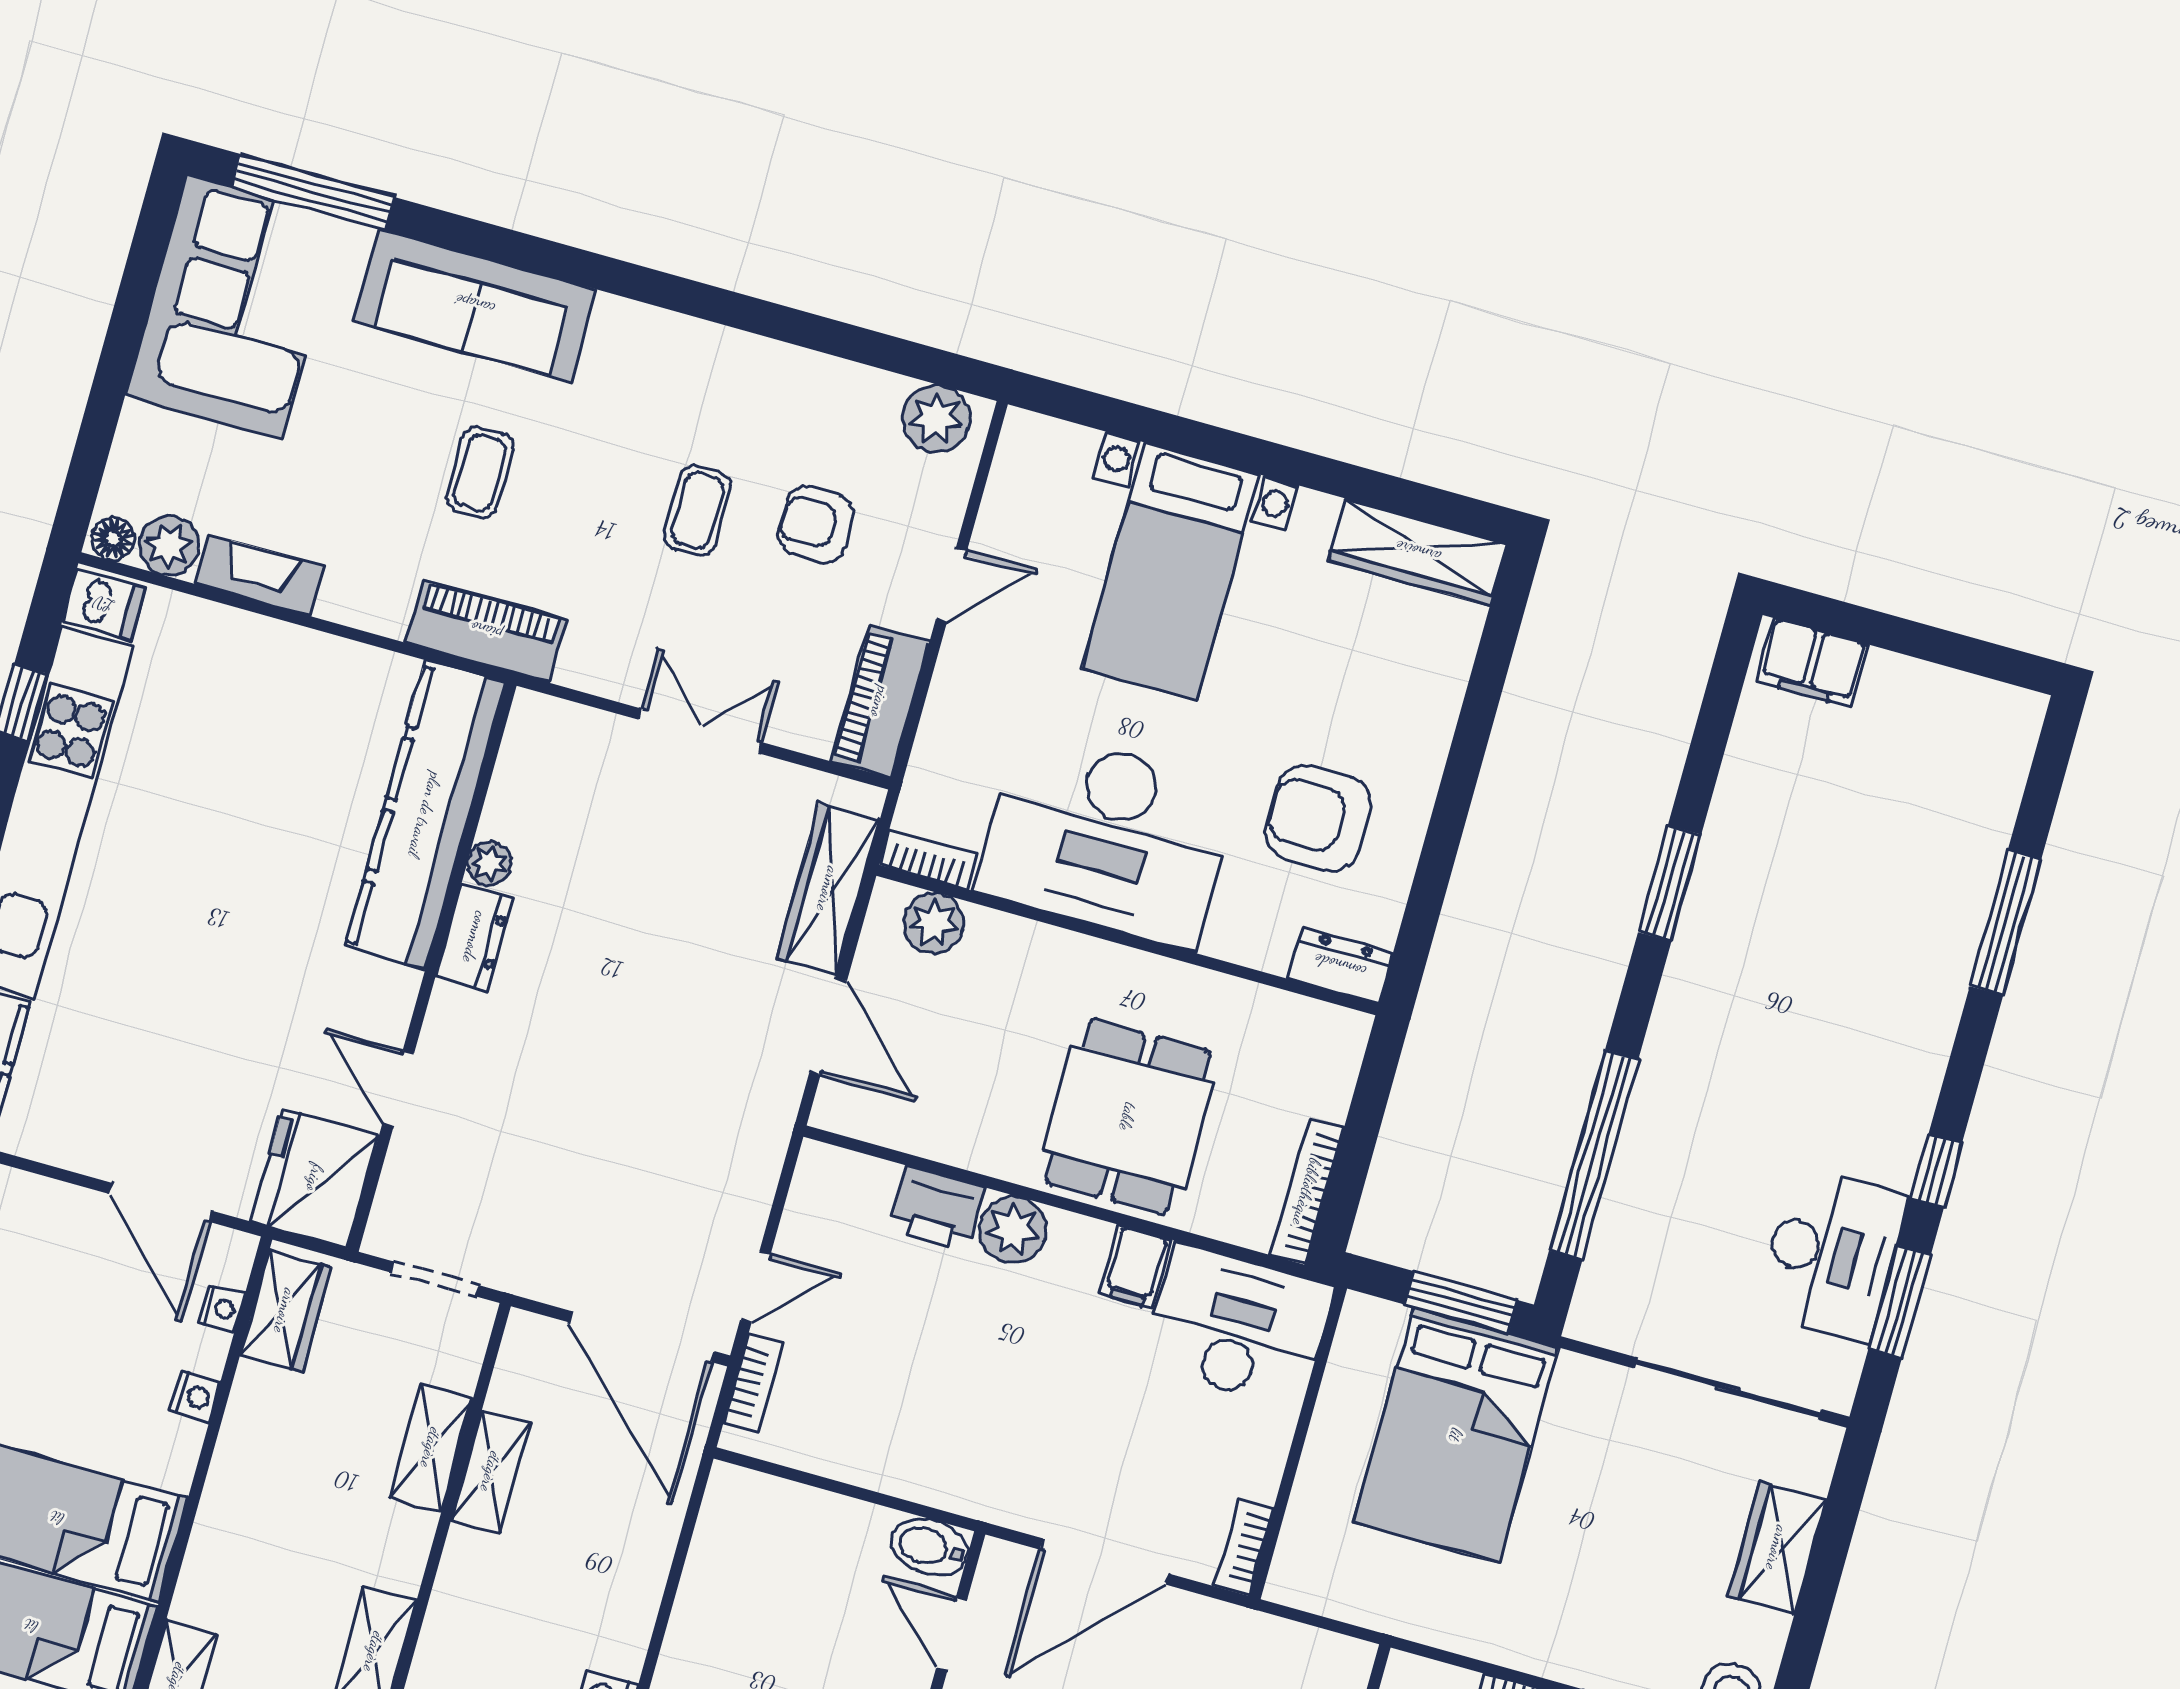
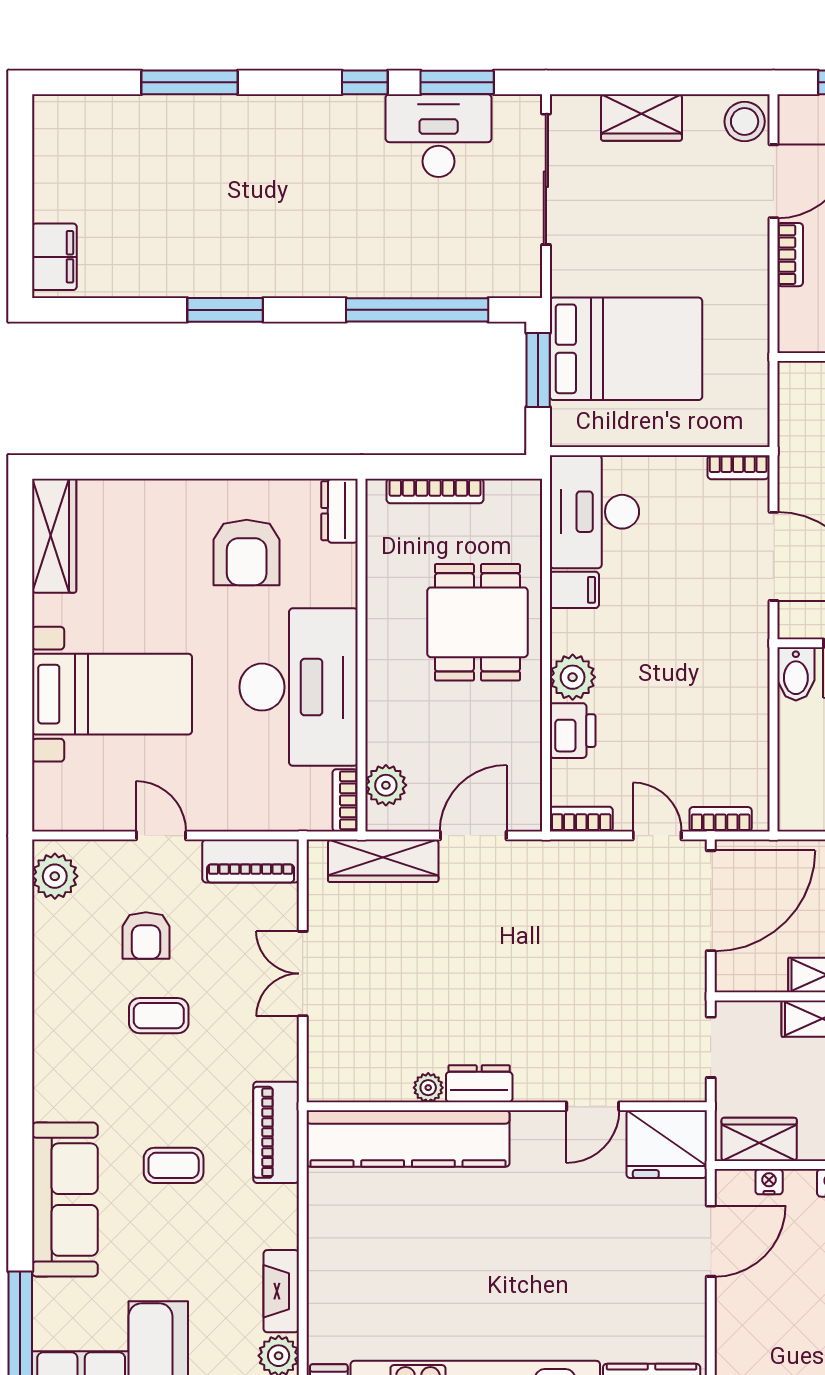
dining table: (1128, 1117) -> (477, 622), turned 90
bookcase: (809, 1186) -> (581, 819), added
bookcase: (1307, 1192) -> (435, 491), moved

